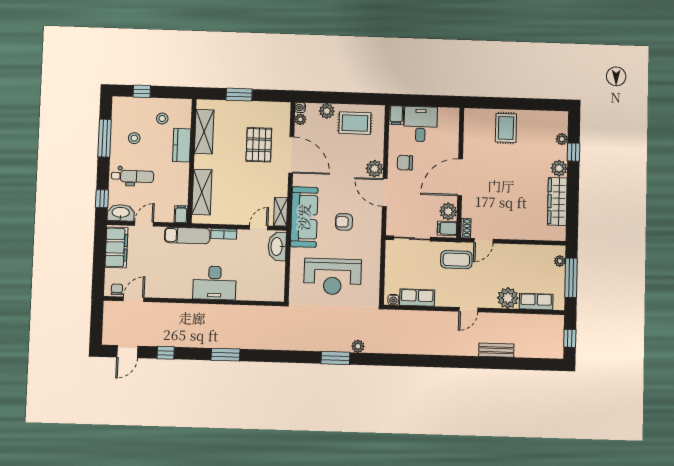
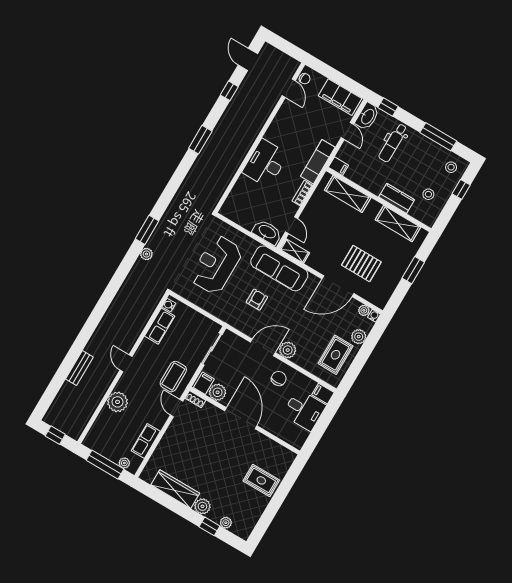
stool: (134, 138) -> (451, 167), moved
row of seats: (536, 302) -> (146, 441), moved, turned 180

